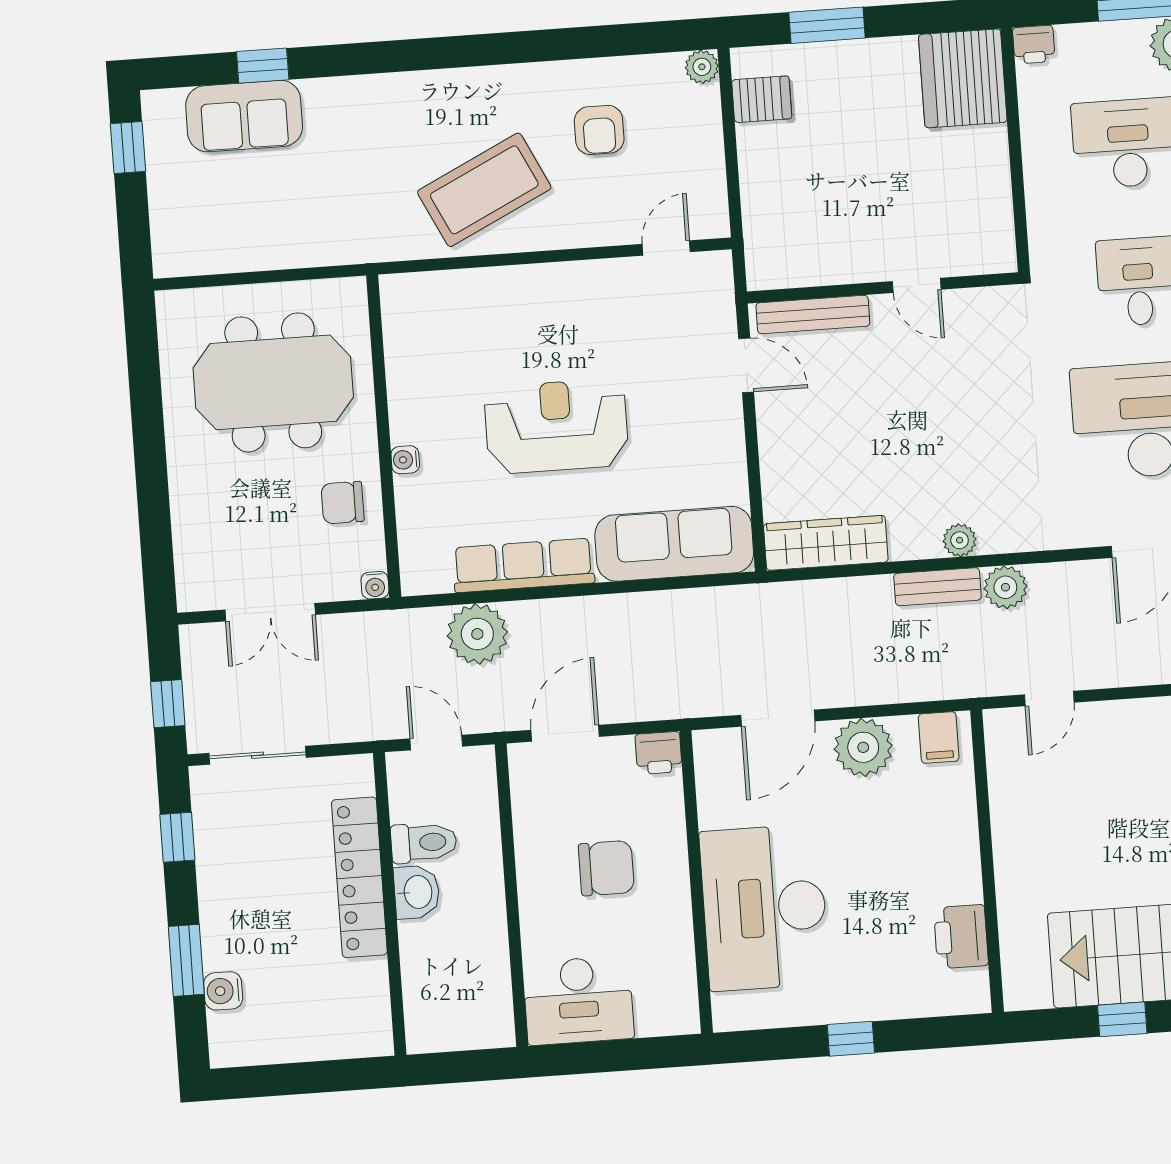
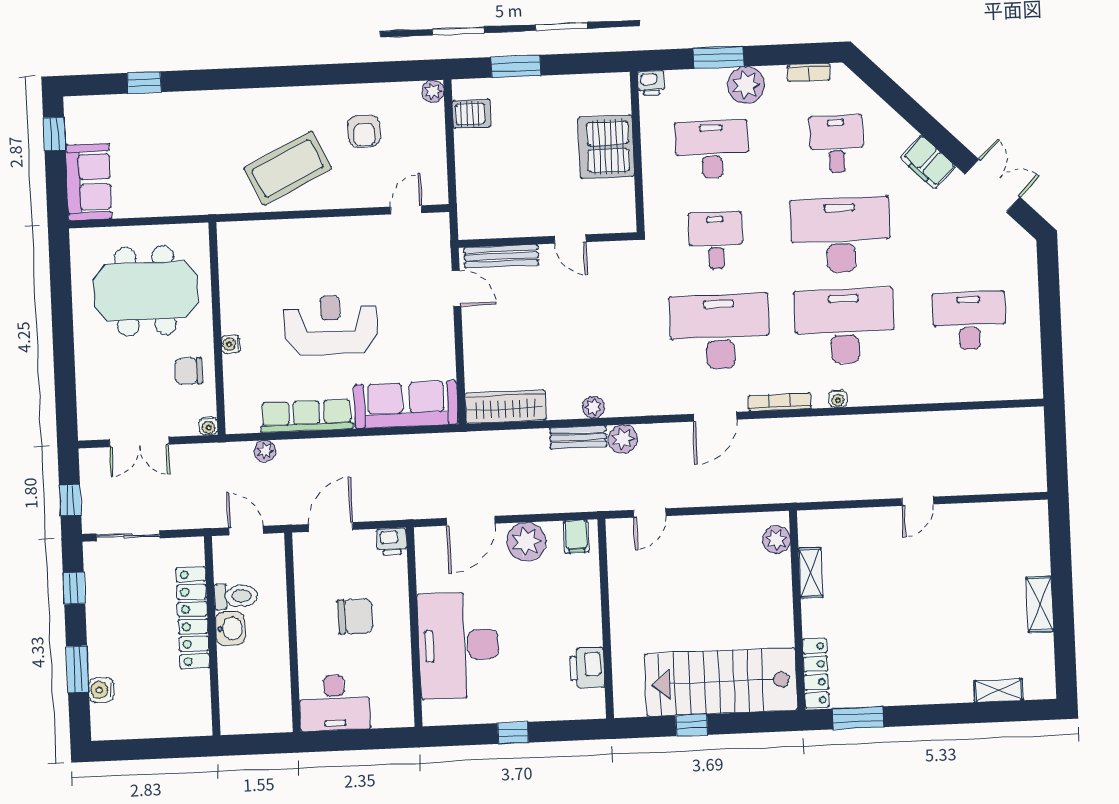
server rack: (963, 78) -> (606, 147), moved
sofa: (244, 116) -> (89, 182), moved, turned -90
plant: (477, 634) -> (265, 451), width x0.53, depth x0.53

